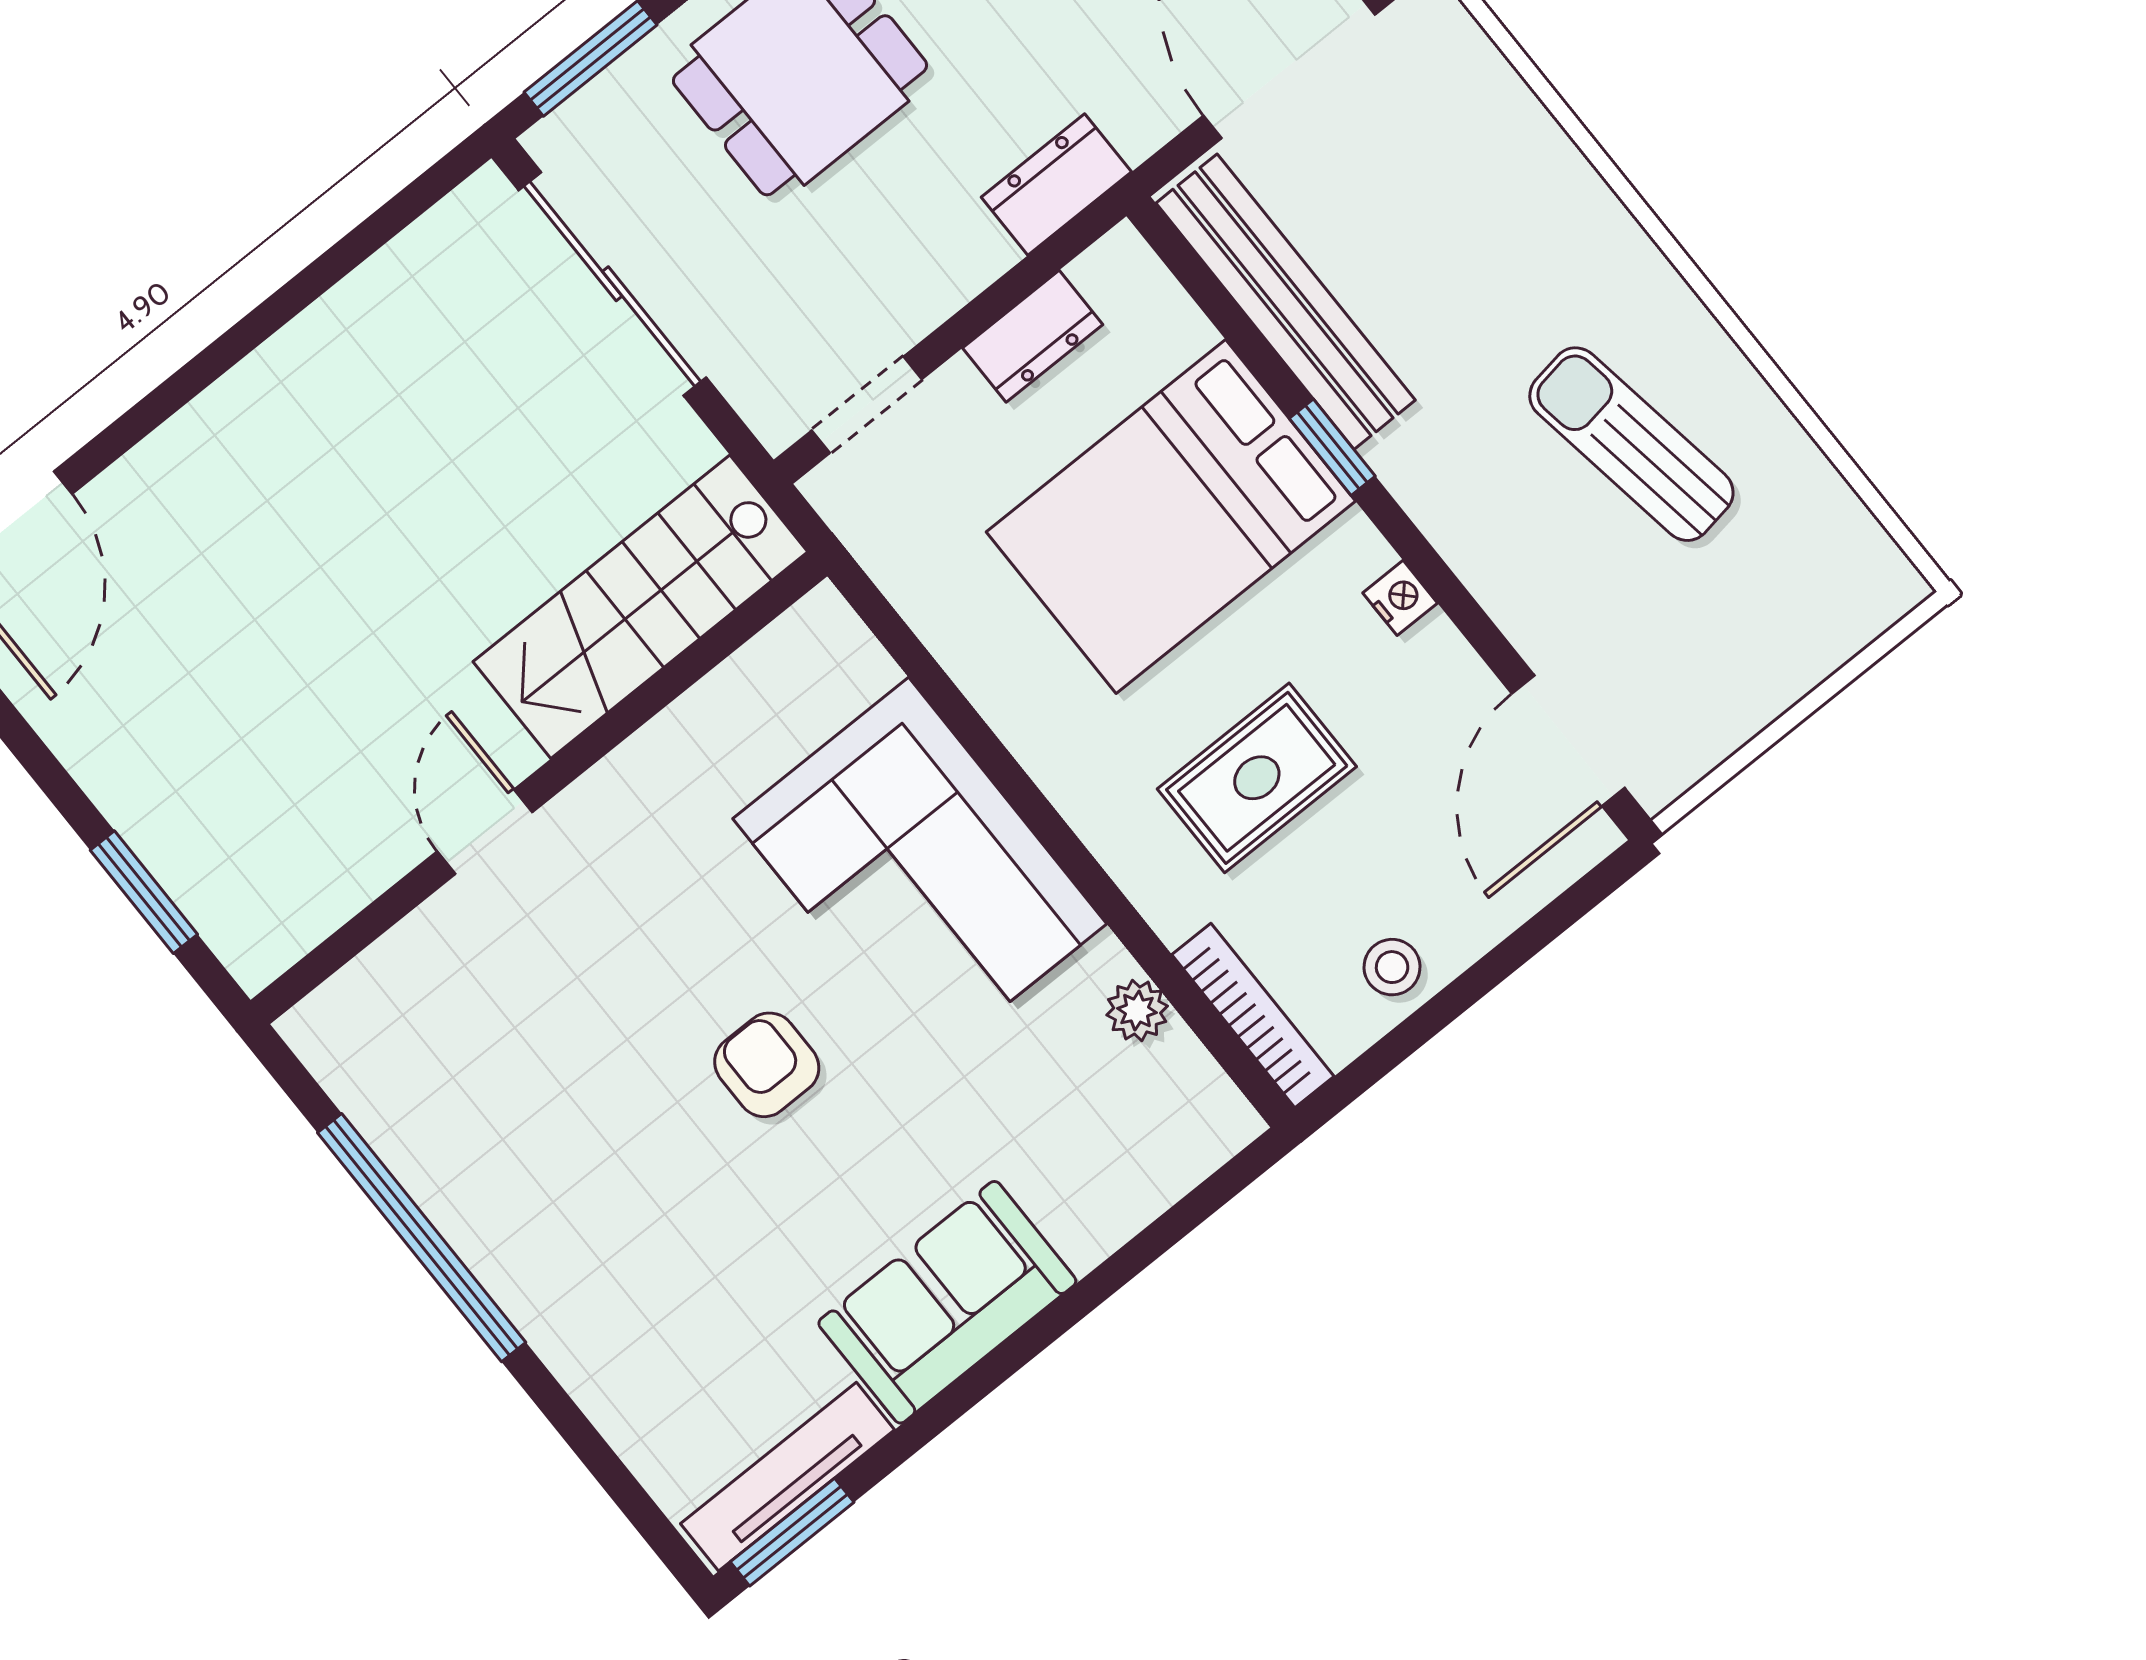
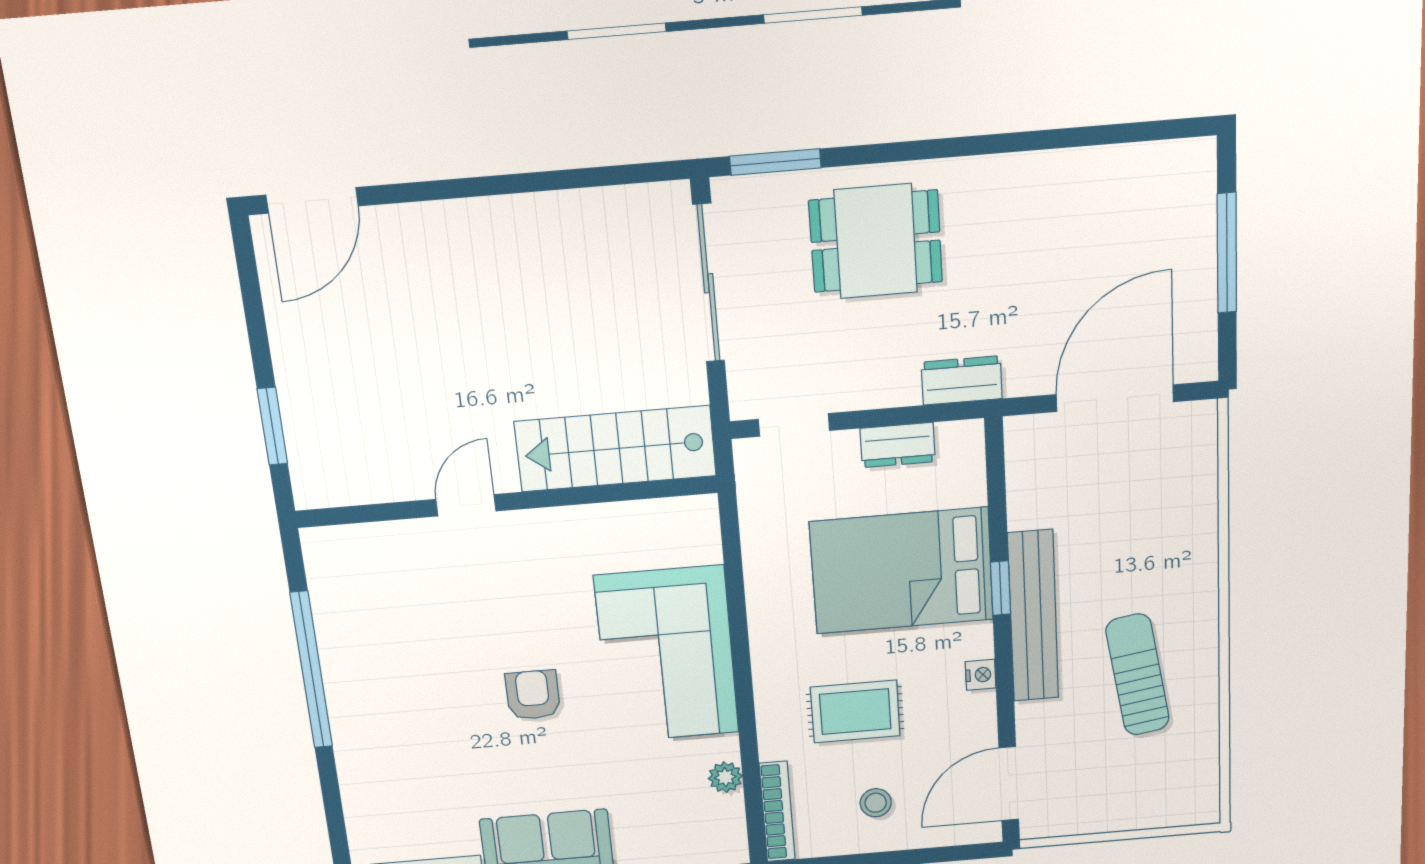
bench: (1286, 302) -> (1033, 616), moved
stool: (1392, 967) -> (876, 803), moved

